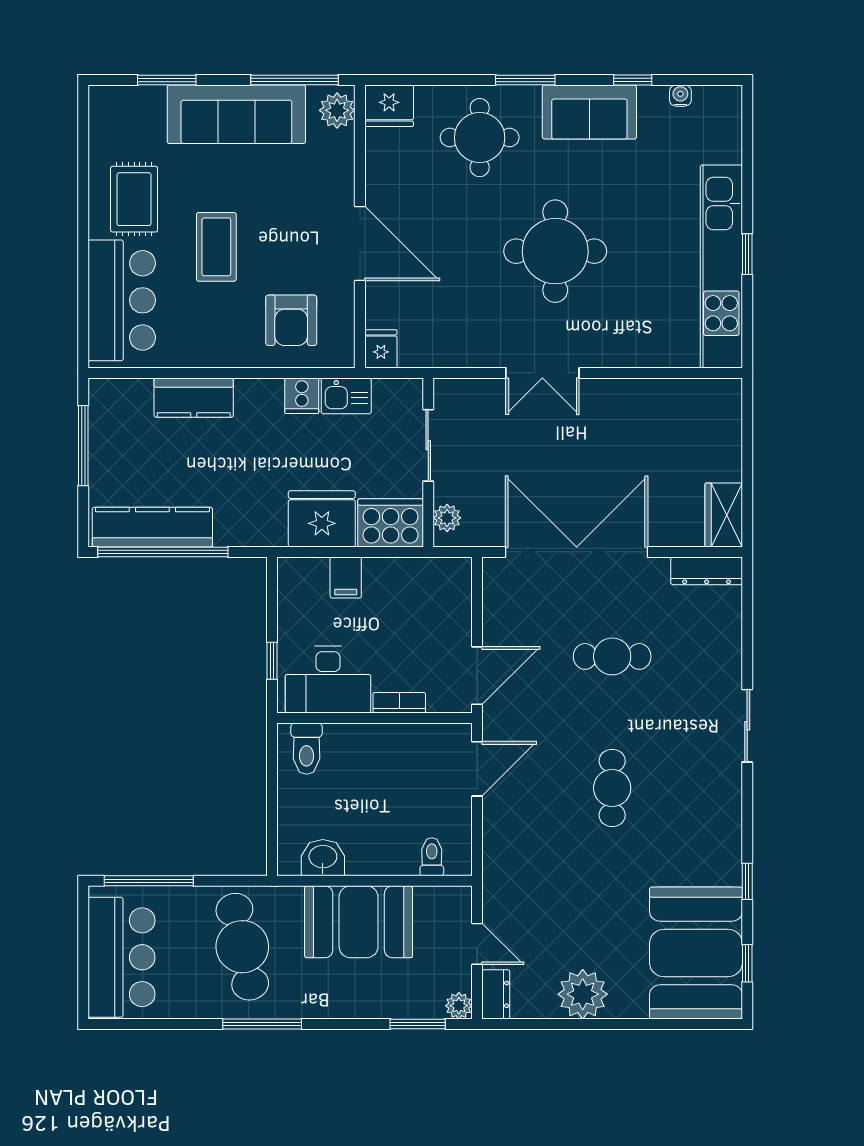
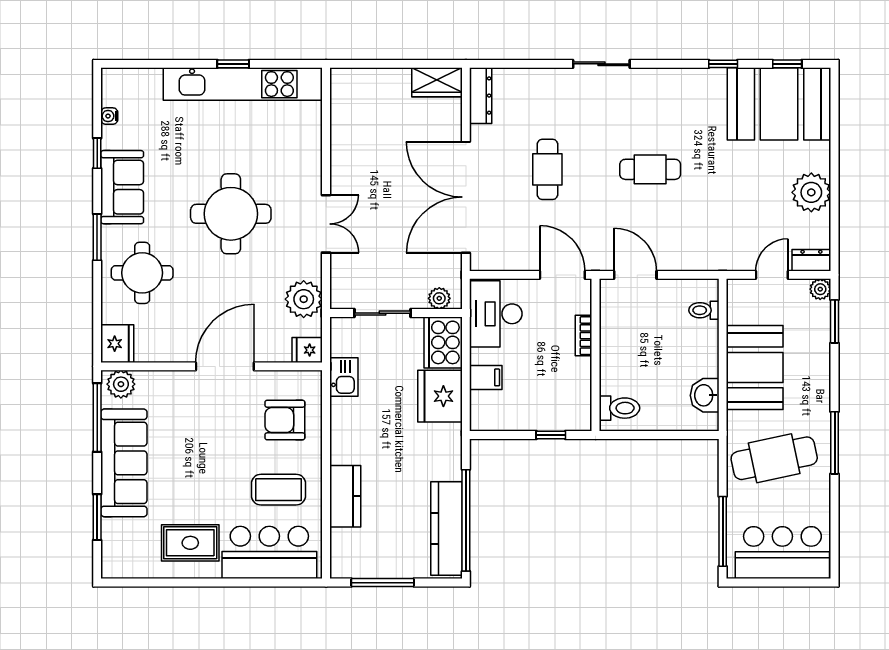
coffee table: (216, 247) -> (279, 490), moved
armchair: (291, 320) -> (285, 420), turned 180
plant: (446, 344) -> (304, 299), added
cooker: (302, 396) -> (344, 412), removed
desk: (328, 680) -> (496, 314), moved, turned 180

